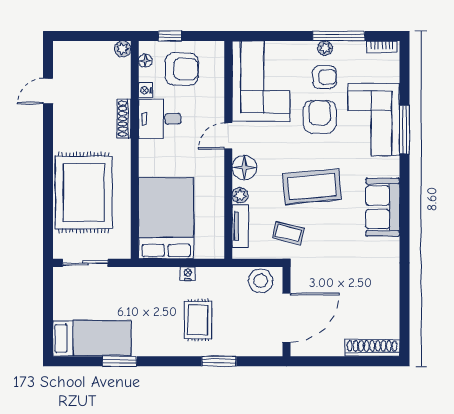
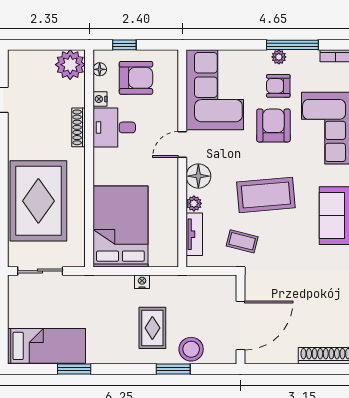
plant: (123, 49) -> (70, 65), width x1.87, depth x1.87
armchair: (325, 77) -> (278, 86), turned 180
stool: (261, 281) -> (191, 349), moved

